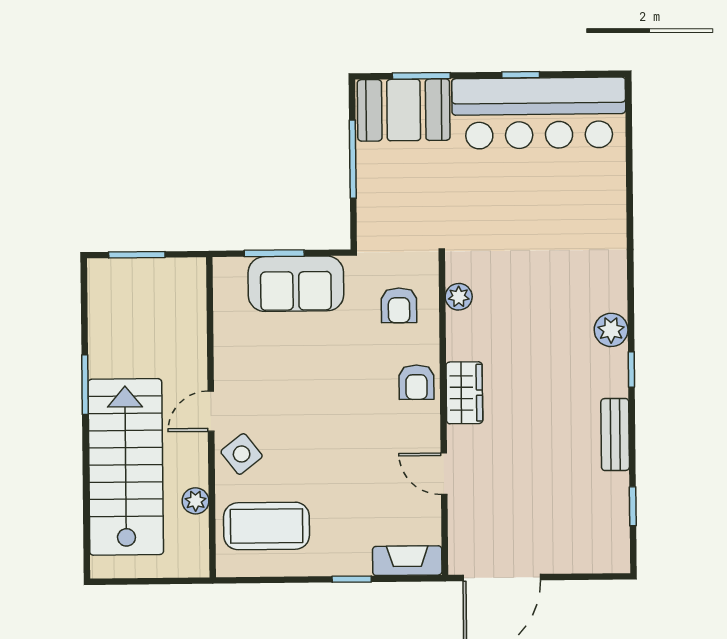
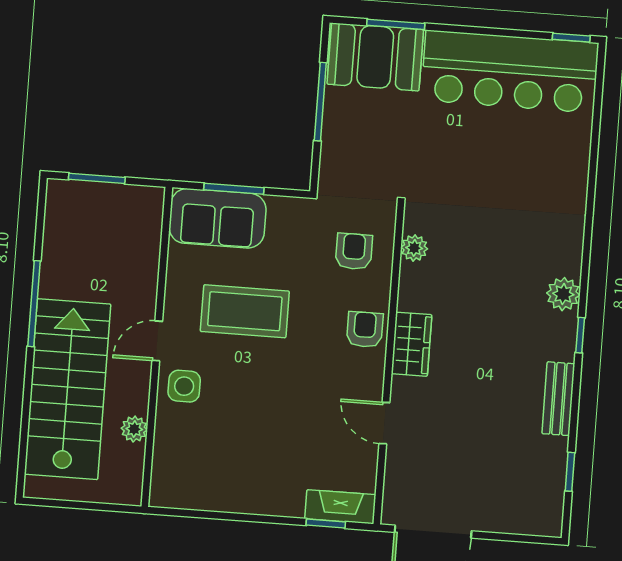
window: (521, 75) -> (571, 38), moved
sofa: (296, 284) -> (217, 218), moved
armchair: (399, 305) -> (354, 251), turned 180
armchair: (416, 382) -> (365, 330), turned 180
window: (85, 385) -> (34, 304), width x1.44
side table: (242, 454) -> (184, 386), turned 38
coffee table: (267, 526) -> (245, 311), moved
window: (352, 579) -> (326, 524), moved

